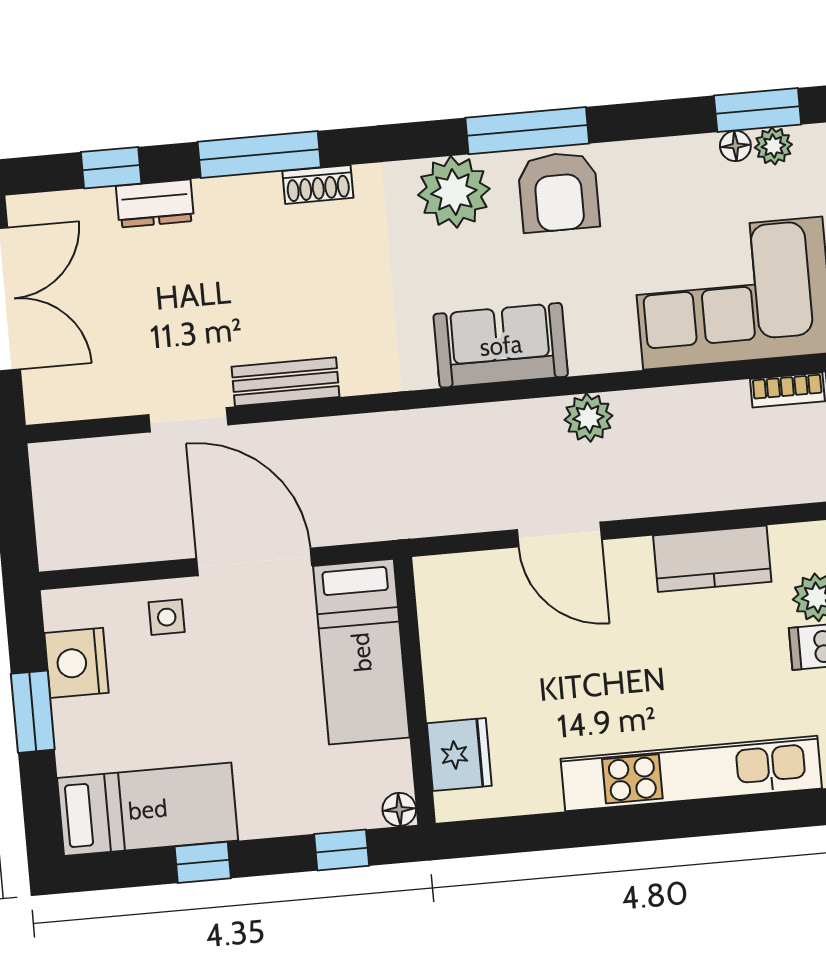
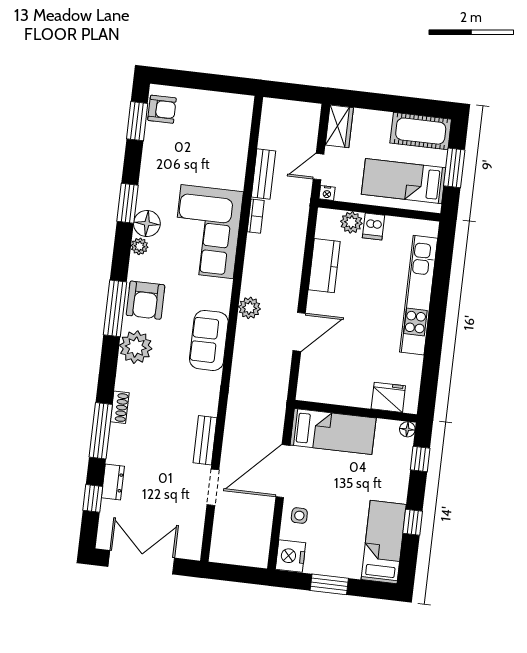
floor lamp: (735, 146) -> (147, 223), width x1.89, depth x1.89
plant: (773, 146) -> (140, 246), moved
armchair: (559, 192) -> (146, 300), turned 90
nightstand: (77, 663) -> (291, 556), moved, turned 90

